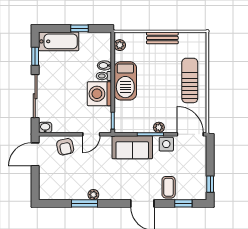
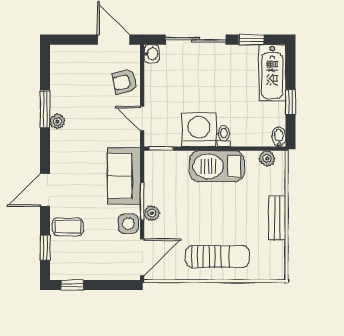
bidet: (104, 65) -> (279, 137), moved

